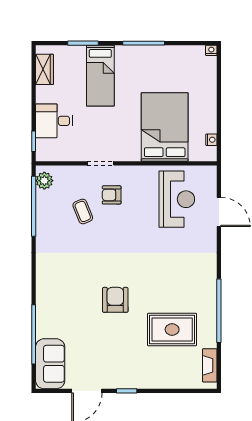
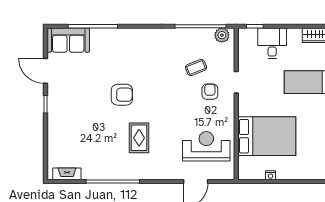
nightstand: (211, 140) -> (271, 175), moved
reception desk: (177, 199) -> (206, 146), turned 180
rug: (172, 330) -> (139, 138), moved, width x0.73, depth x0.70

